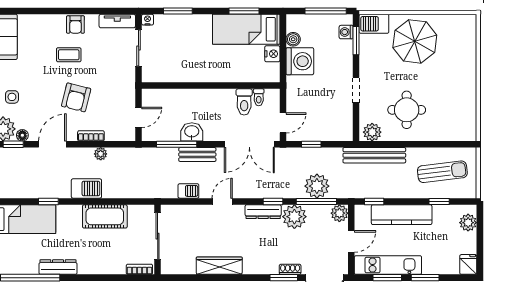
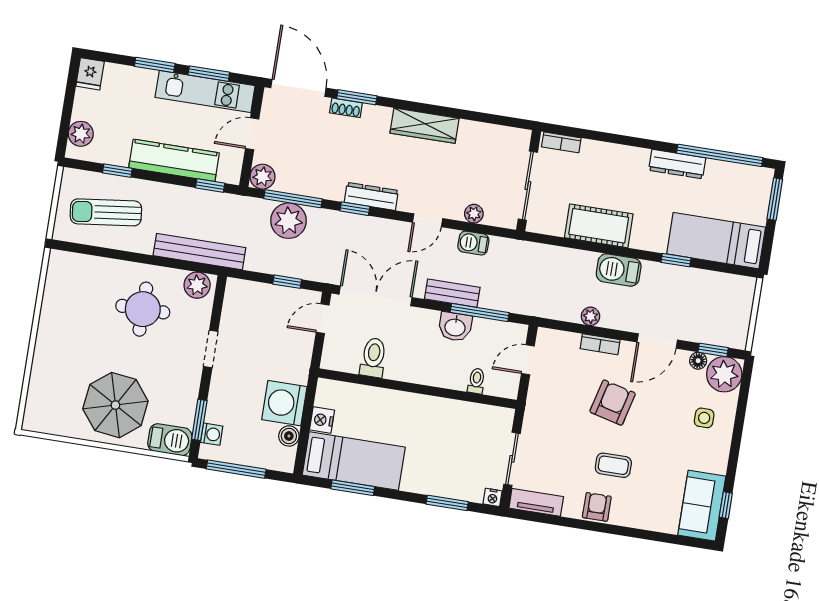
toilet: (259, 97) -> (476, 381), moved
plant: (294, 217) -> (474, 214), moved, width x0.53, depth x0.53
wardrobe: (219, 266) -> (425, 126), moved

